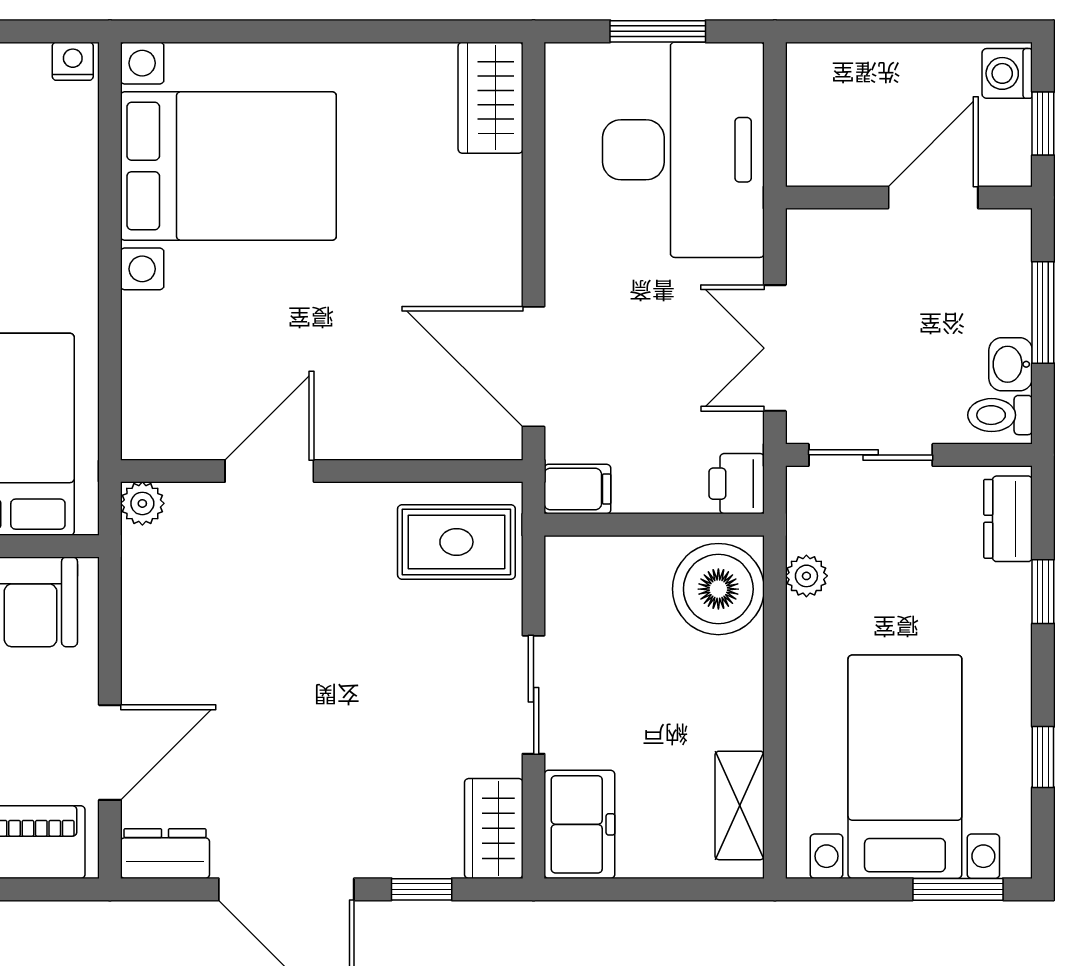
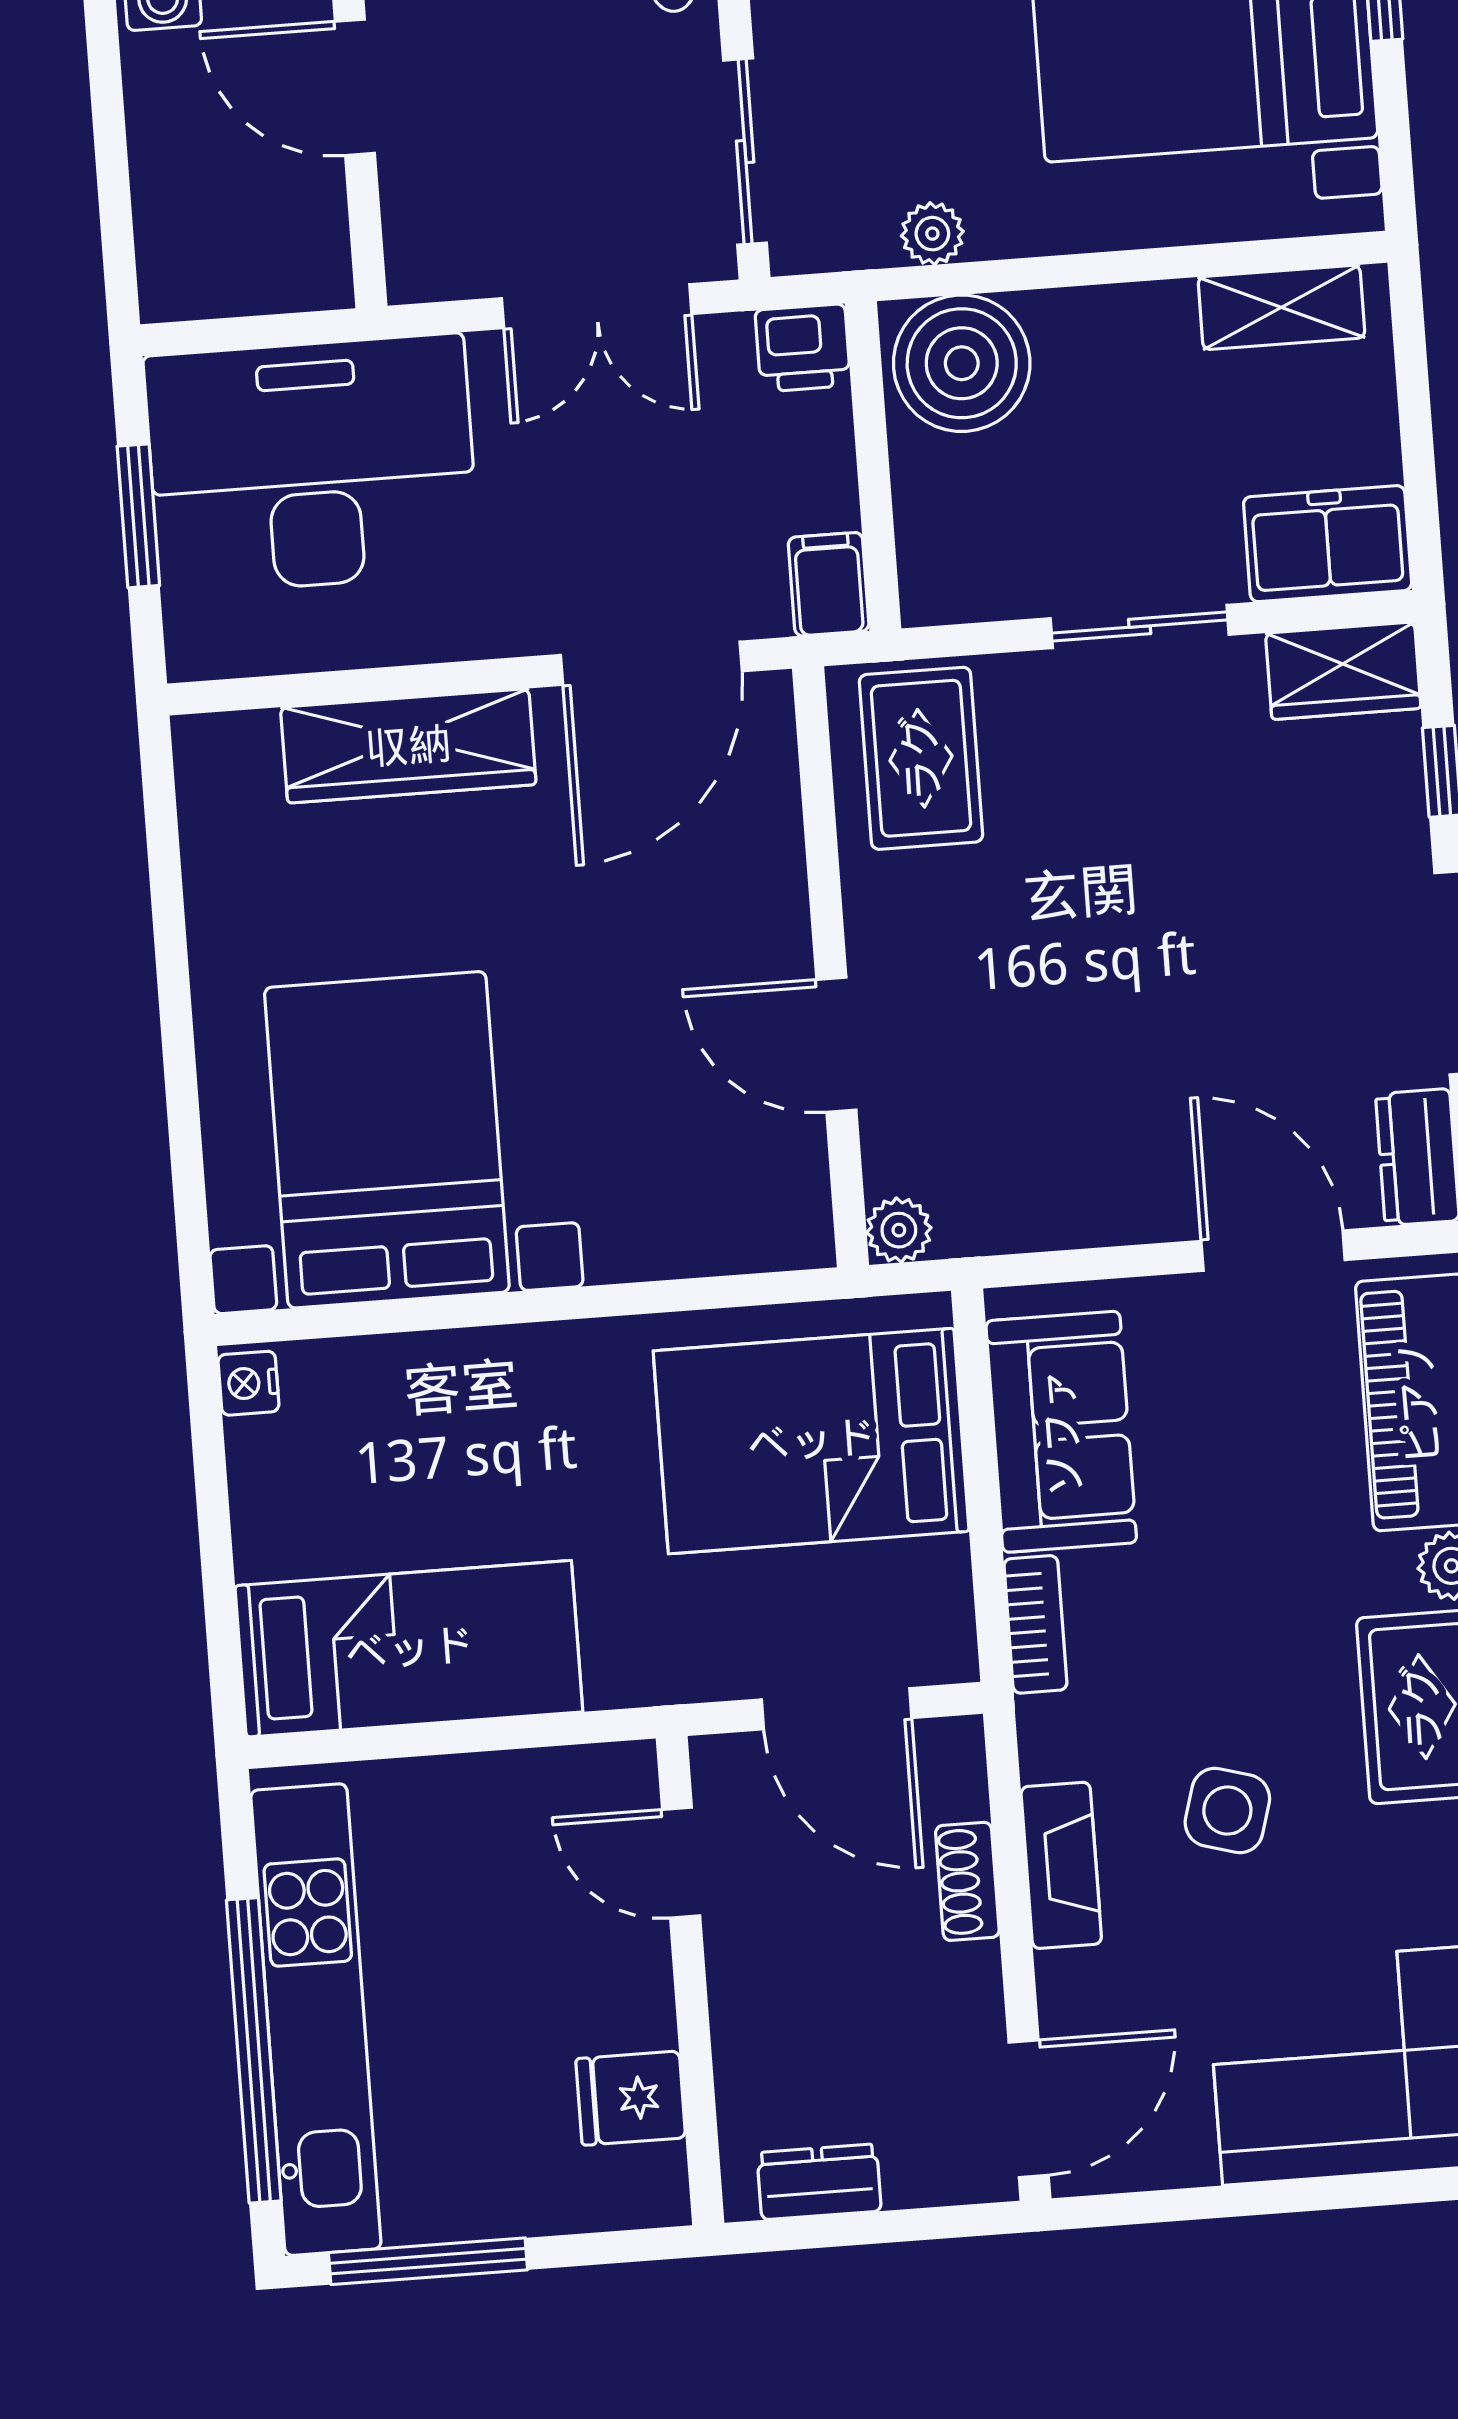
wardrobe: (491, 98) -> (408, 746), moved, width x1.50

